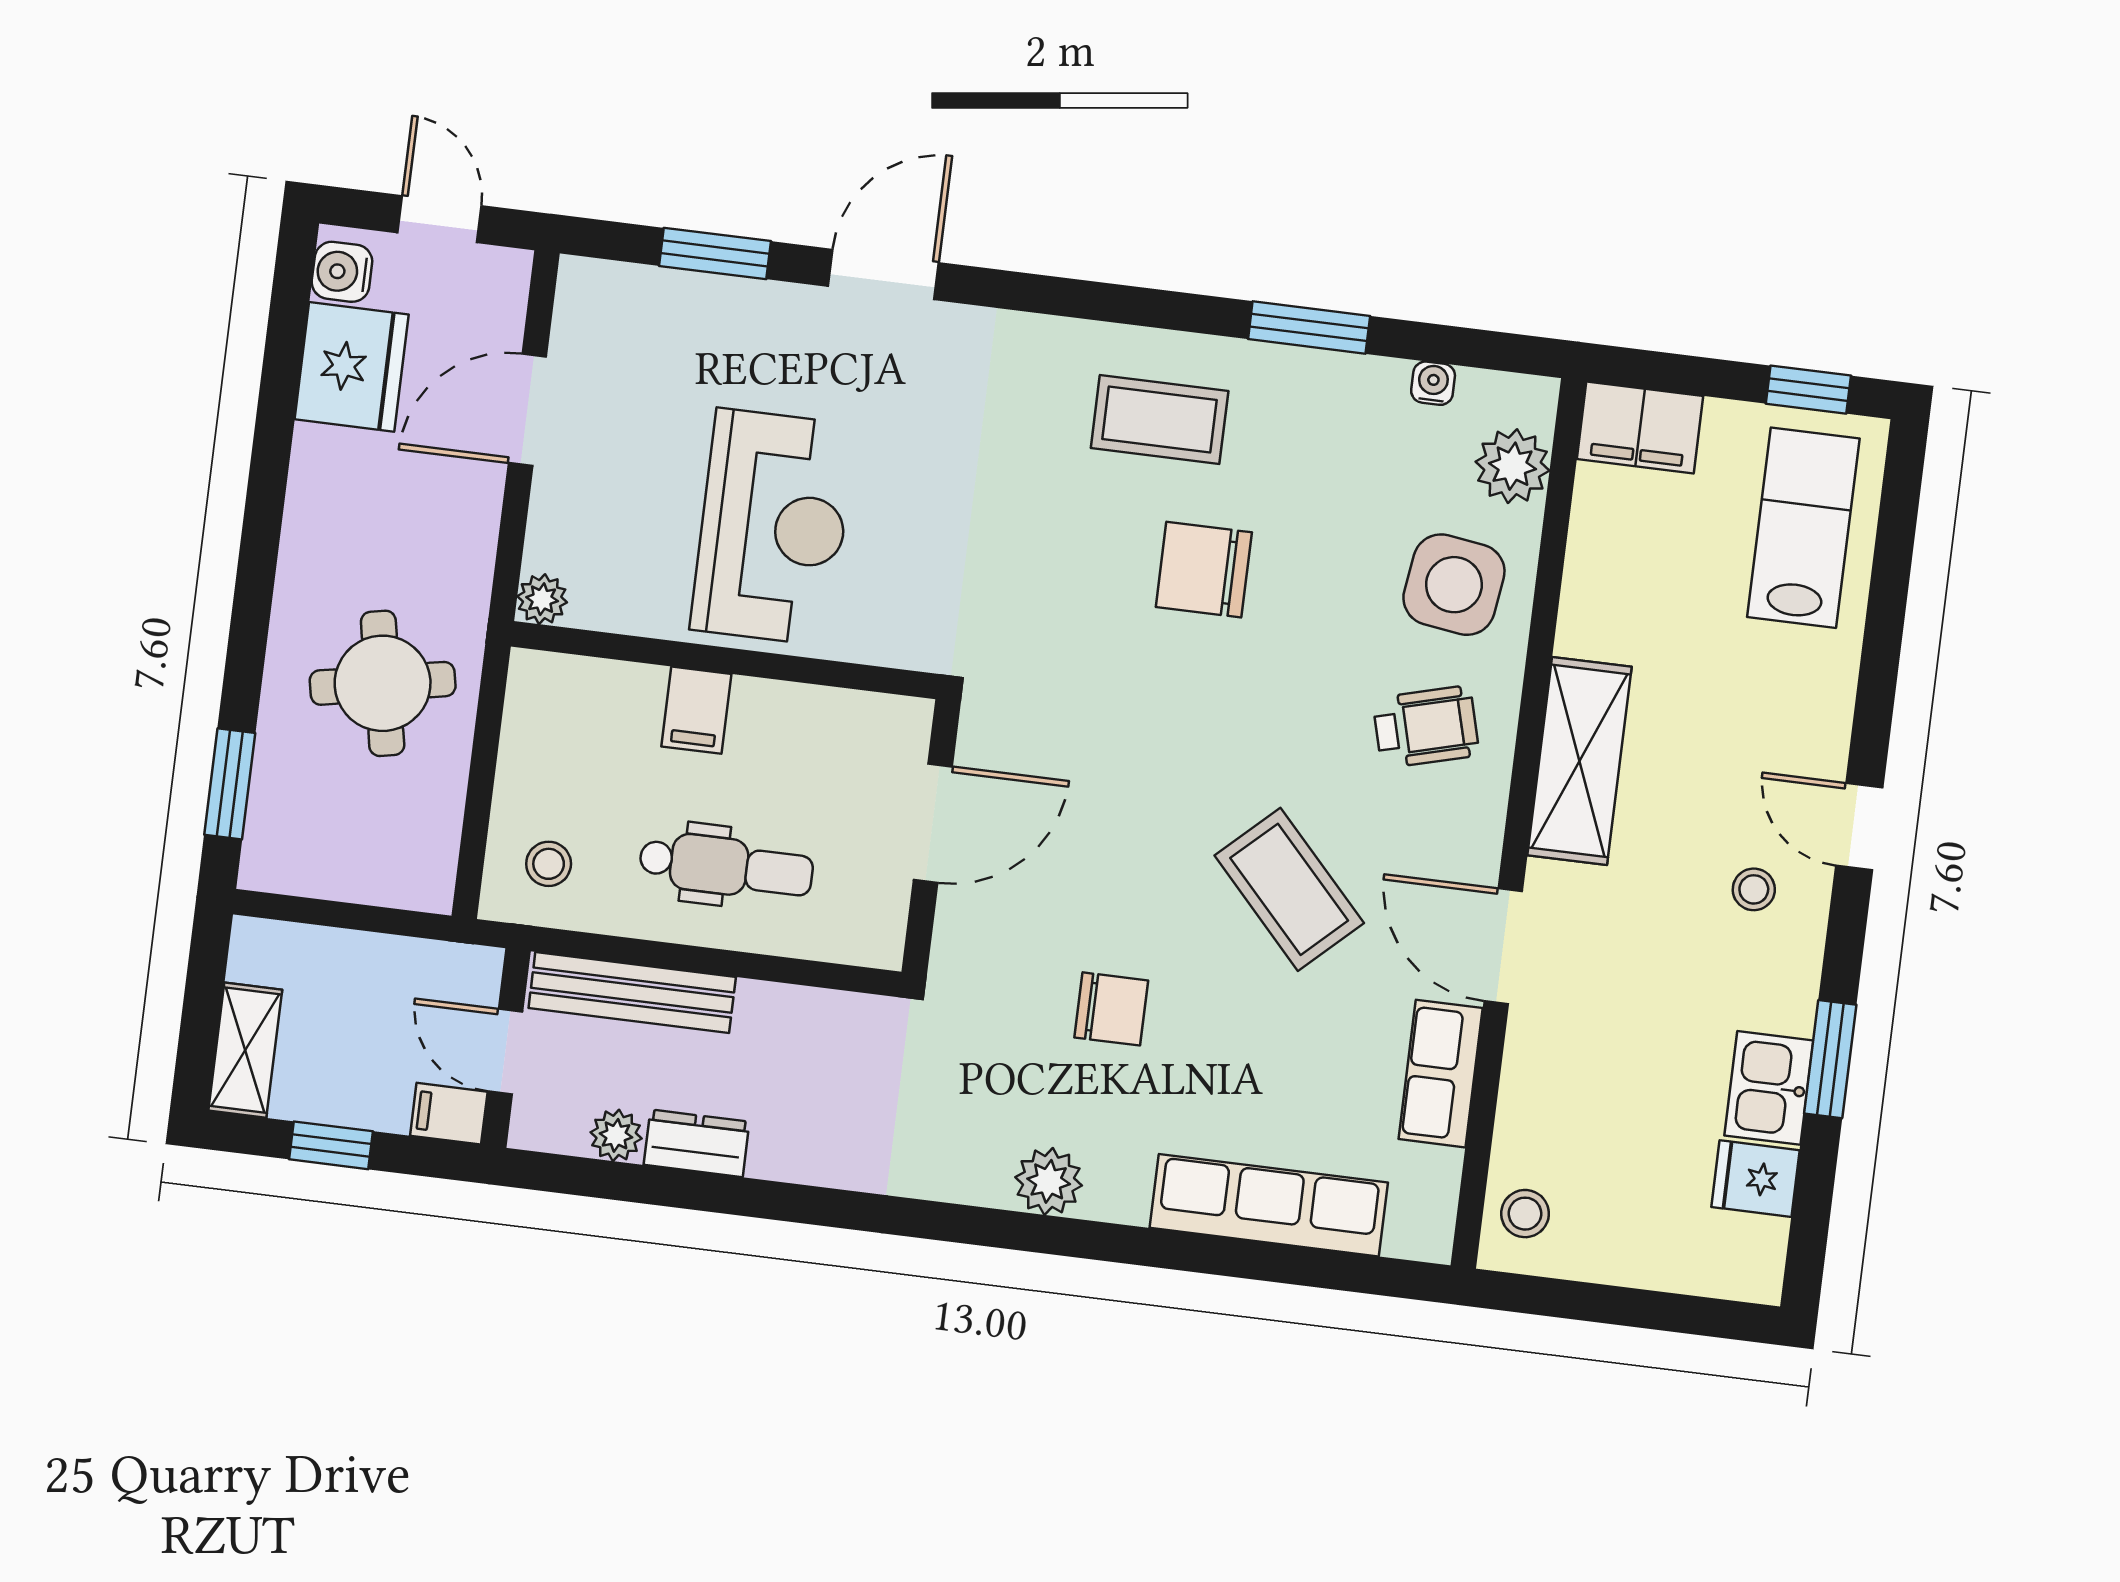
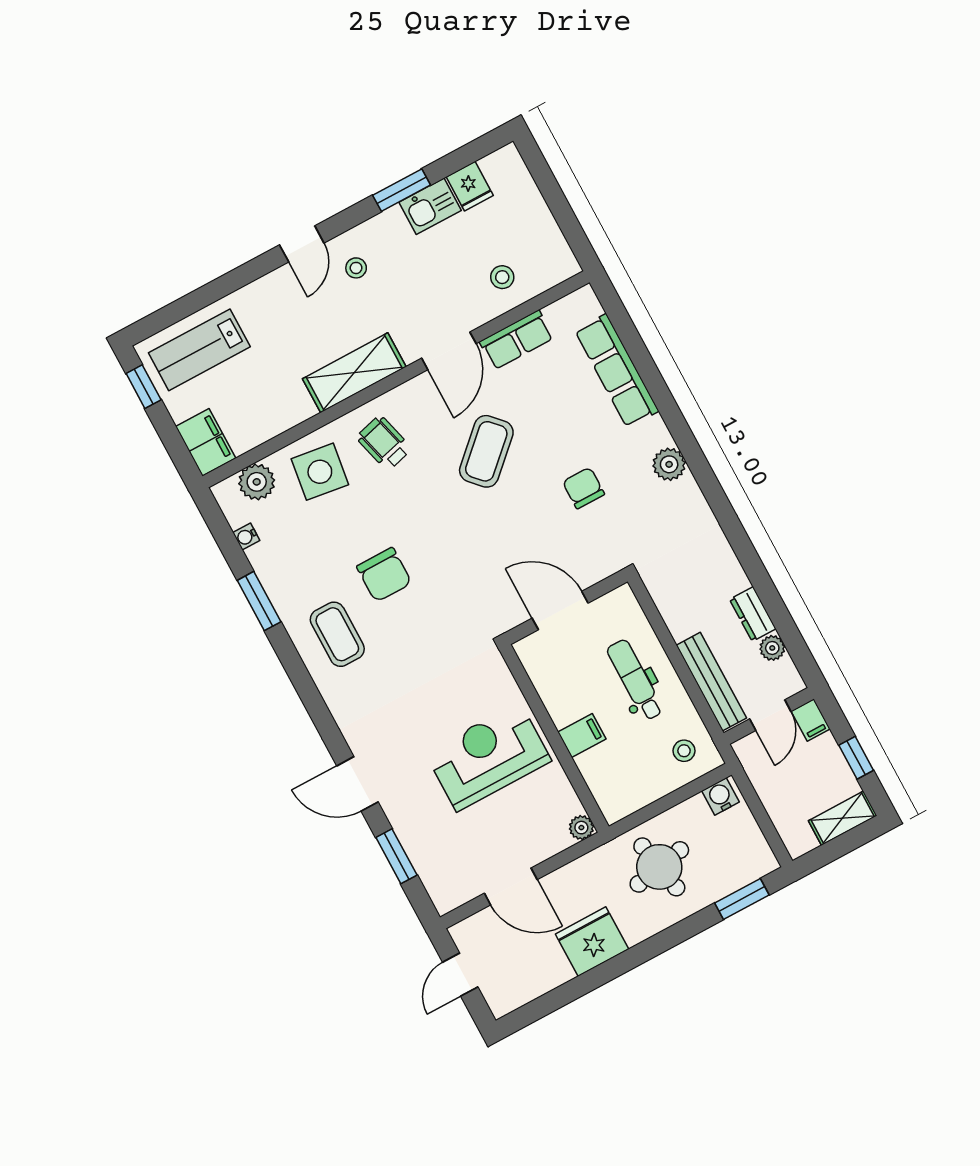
water cooler: (342, 272) -> (720, 796), moved, turned 180
fridge: (352, 367) -> (592, 942), moved
stool: (1525, 1214) -> (502, 277), moved

